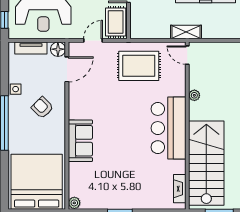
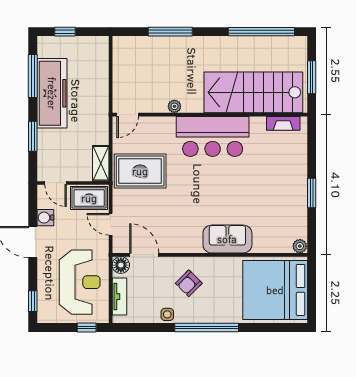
shelving: (186, 32) -> (101, 163), moved
rug: (139, 66) -> (140, 171), turned 90

